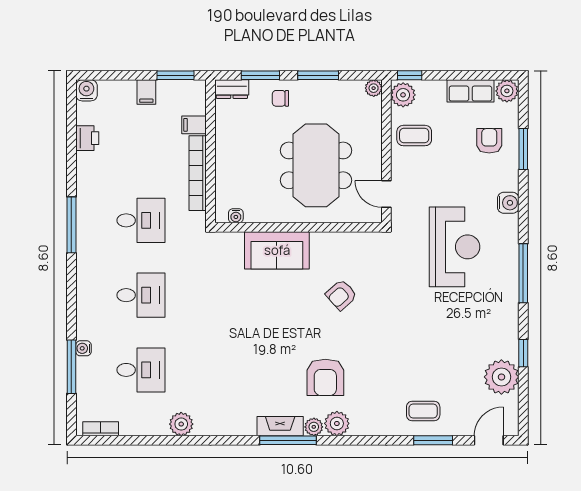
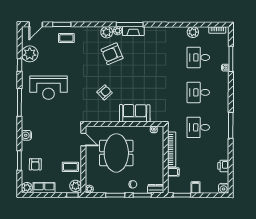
reception desk: (454, 247) -> (48, 88), moved, turned -90
armchair: (325, 377) -> (112, 54), turned -113
plant: (181, 424) -> (193, 32), moved

